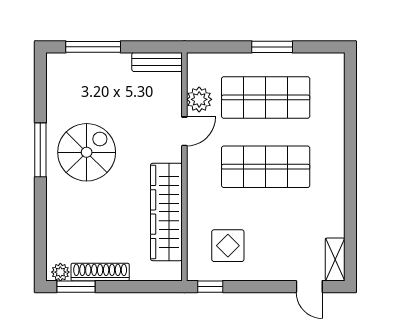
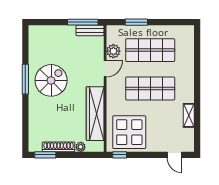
window: (93, 47) -> (83, 22), moved
window: (272, 47) -> (136, 22), moved
display table: (228, 246) -> (129, 132), width x1.86, depth x1.86
shelving: (335, 259) -> (189, 115), moved
plant: (60, 272) -> (81, 147), moved

